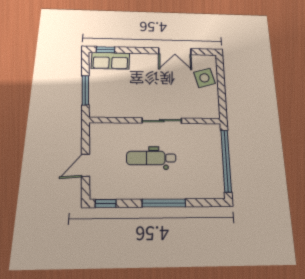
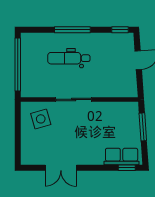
double door: (175, 51) -> (61, 168), swing flipped
side table: (204, 78) -> (41, 119), moved
dental chair: (151, 158) -> (69, 58), moved, turned 180

